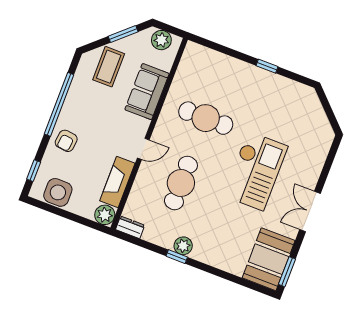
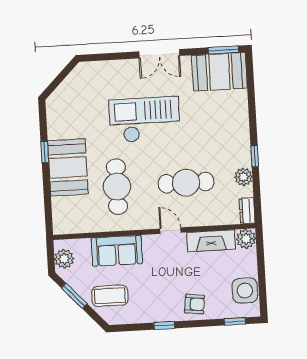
booth: (244, 81) -> (68, 167), added
window: (59, 104) -> (164, 325), width x0.32
plant: (183, 246) -> (243, 177), moved

